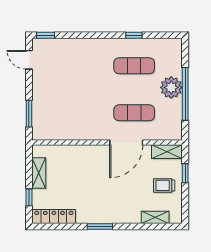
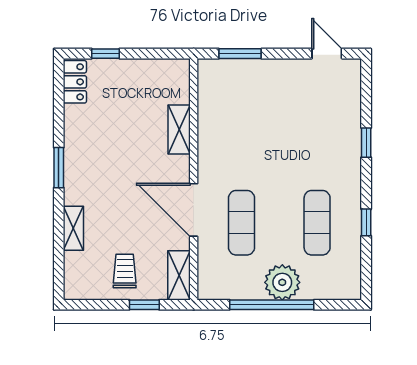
window: (46, 35) -> (366, 143), moved
door: (29, 60) -> (327, 54), hinge flipped
shelving: (39, 173) -> (179, 130), moved, turned 90
locker: (54, 216) -> (75, 82), width x0.66
shelving: (155, 217) -> (73, 228), moved

